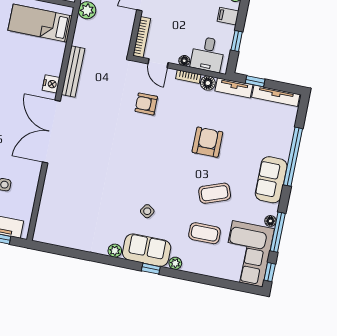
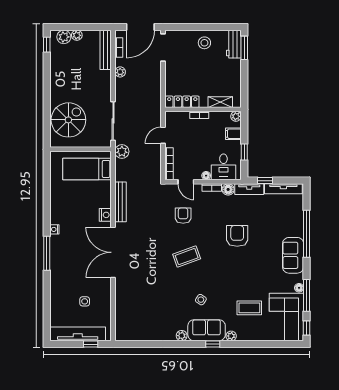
armchair: (146, 104) -> (183, 216), turned 90
coffee table: (215, 193) -> (187, 257), moved

